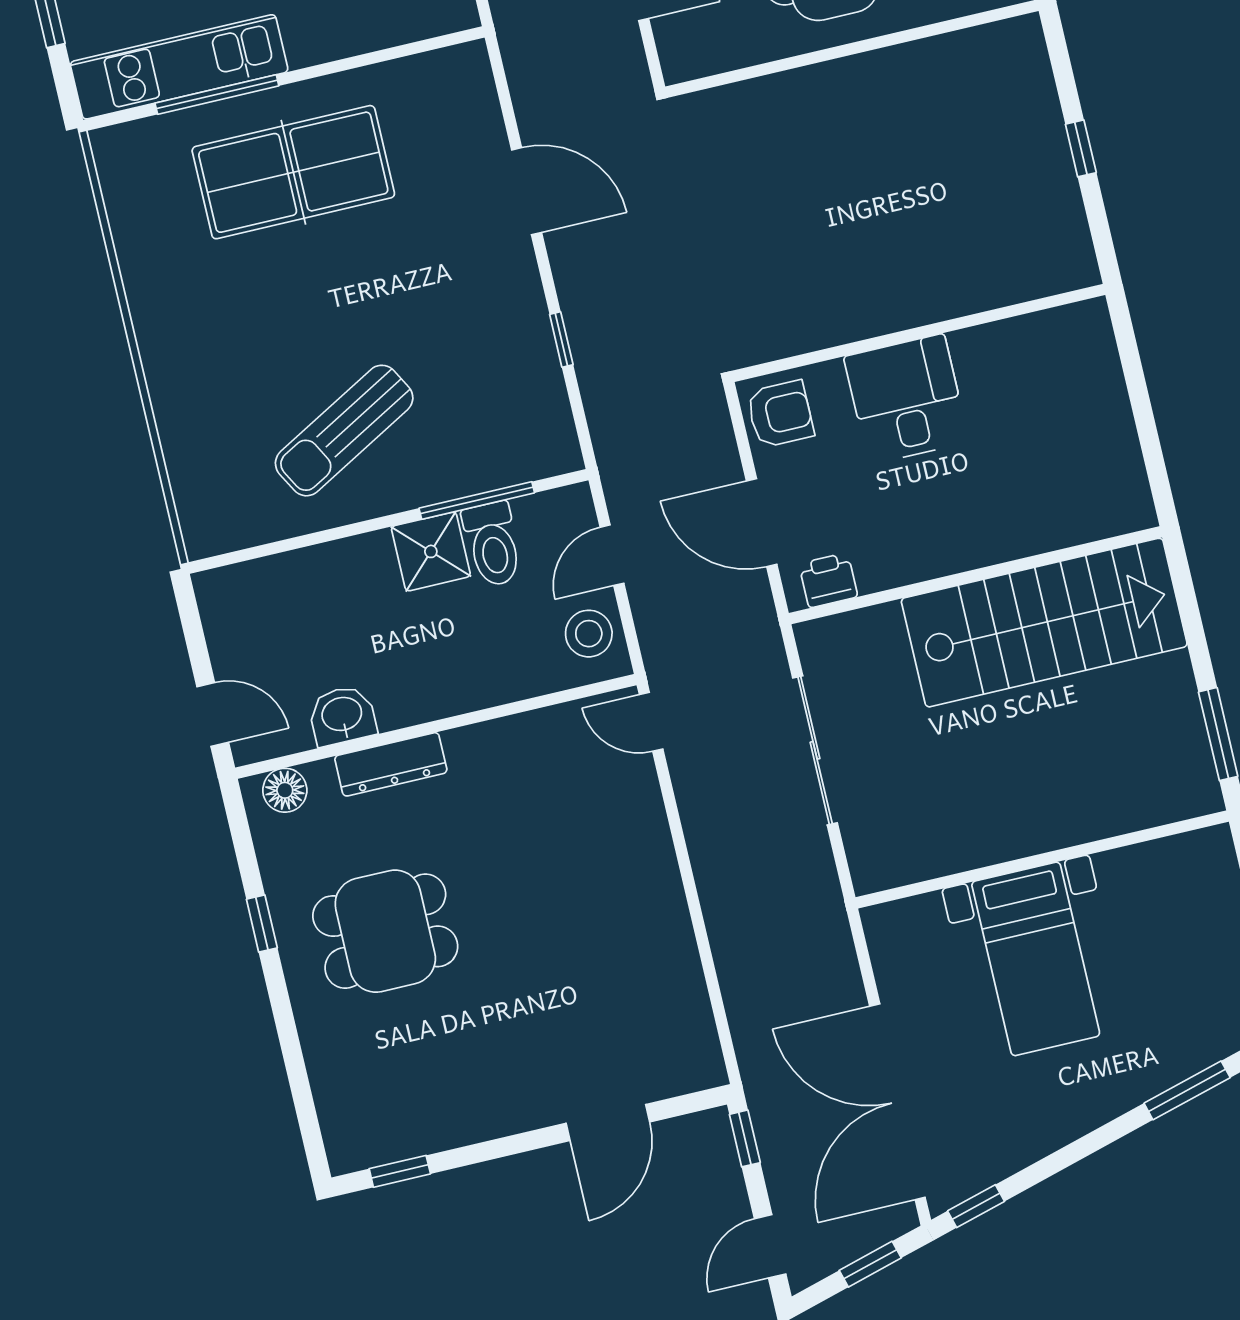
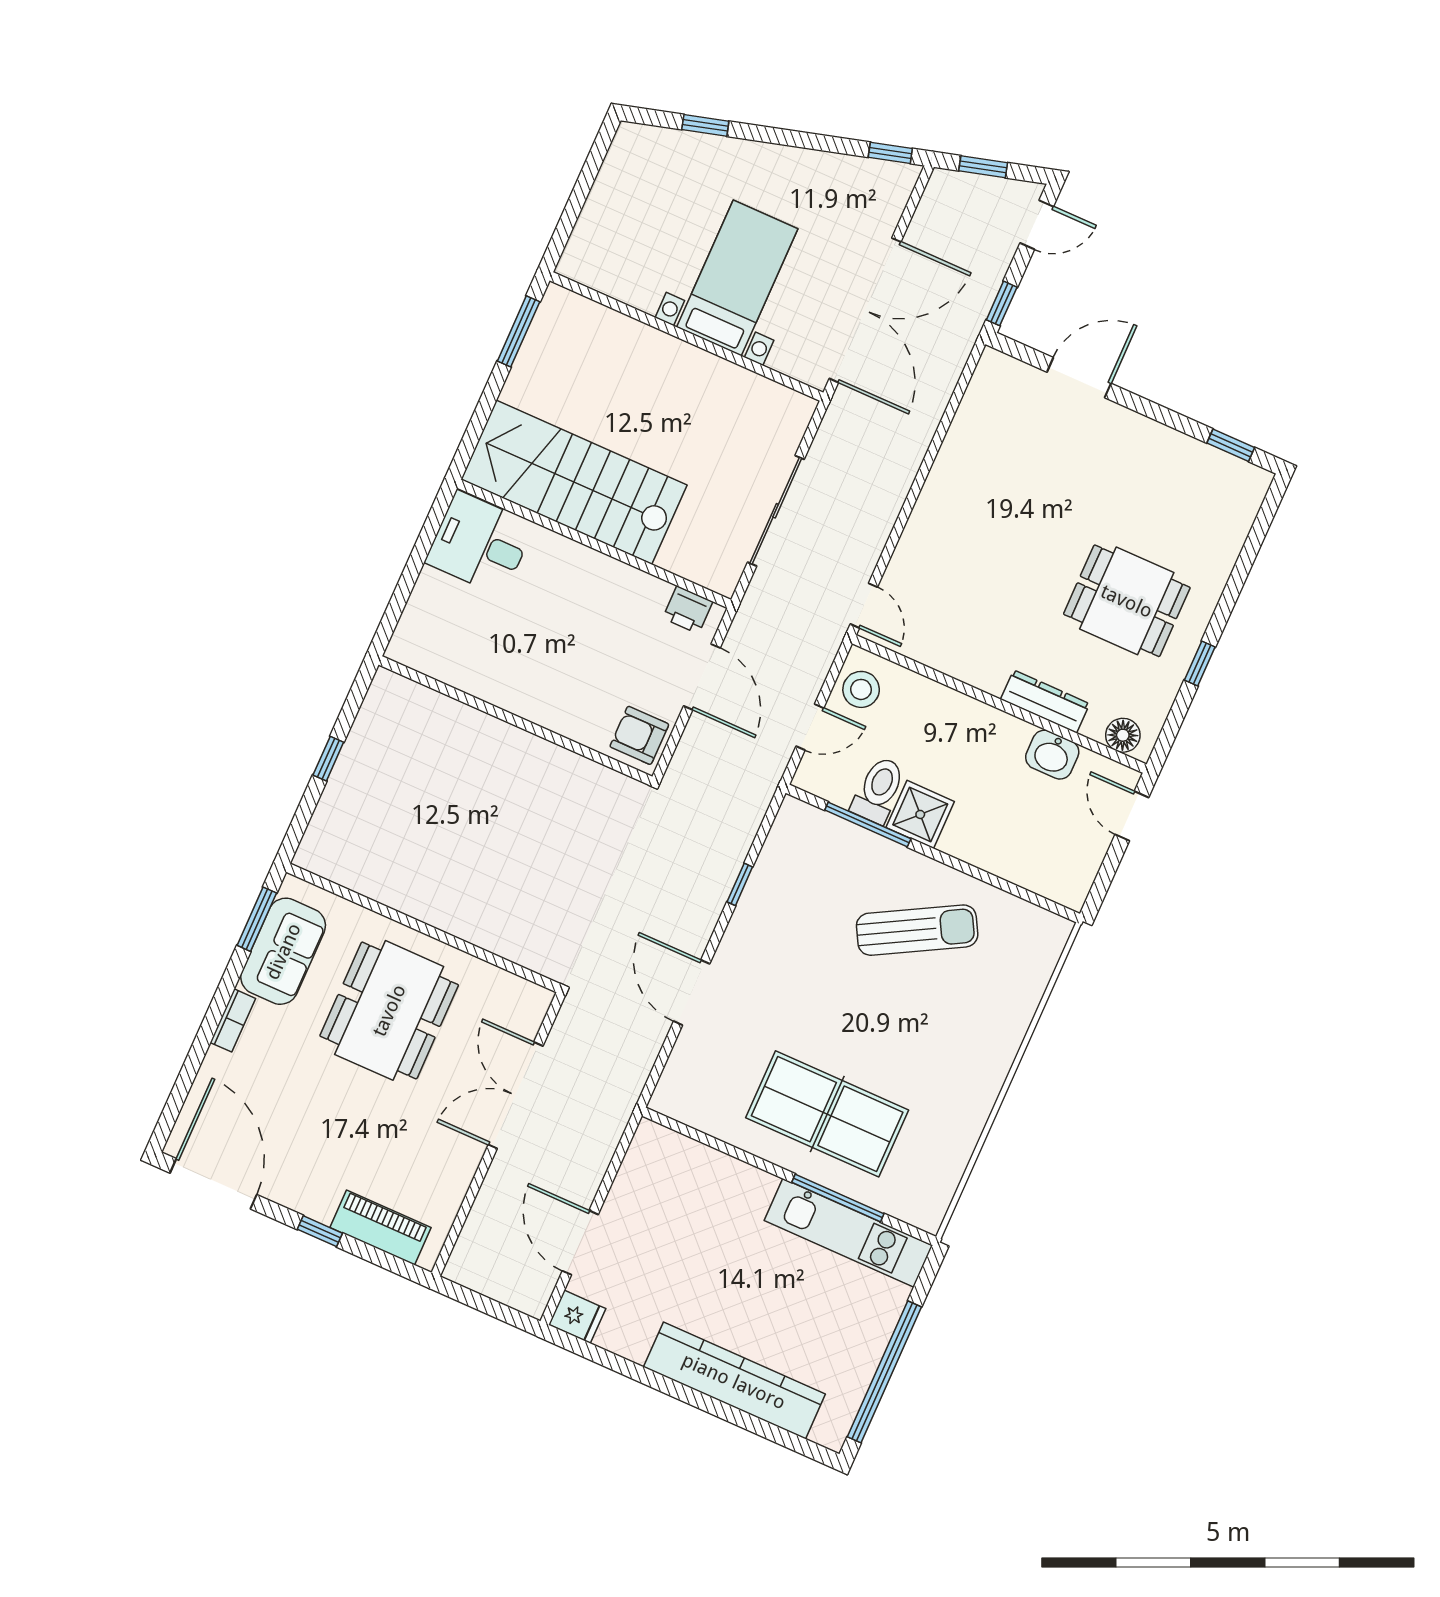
desk: (906, 399) -> (480, 543), moved, turned 90
window: (1187, 1090) -> (705, 125), width x0.67
double door: (897, 1102) -> (865, 310), moved

